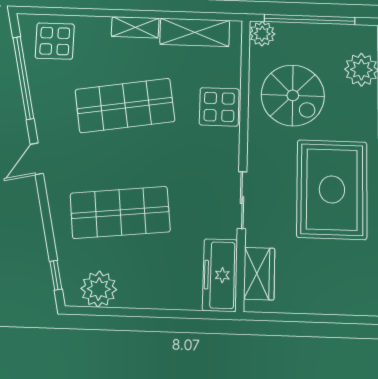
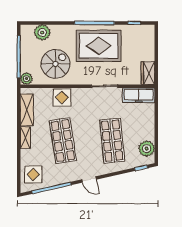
wardrobe: (259, 274) -> (148, 73), moved, turned -90

